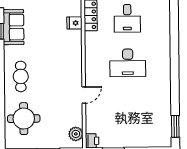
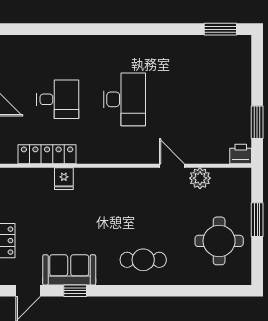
round table: (24, 119) -> (219, 241), moved
plant: (76, 134) -> (200, 178), moved

